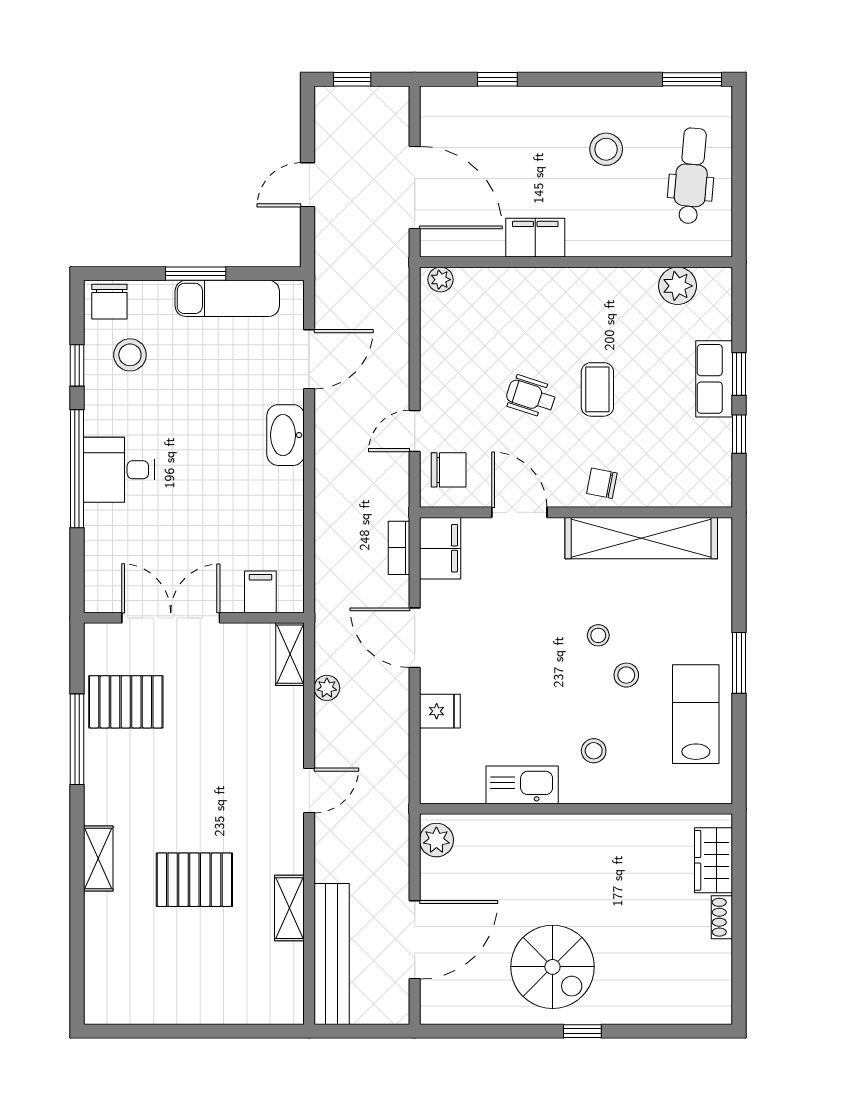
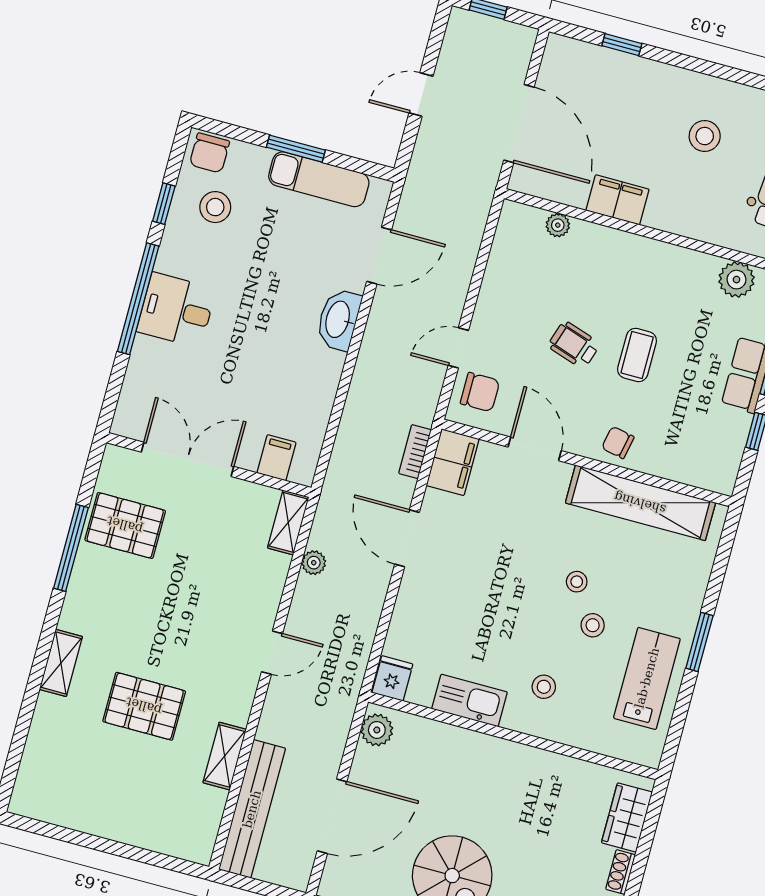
plant: (441, 280) -> (558, 225), moved
fridge: (440, 711) -> (392, 678), moved, turned -90

